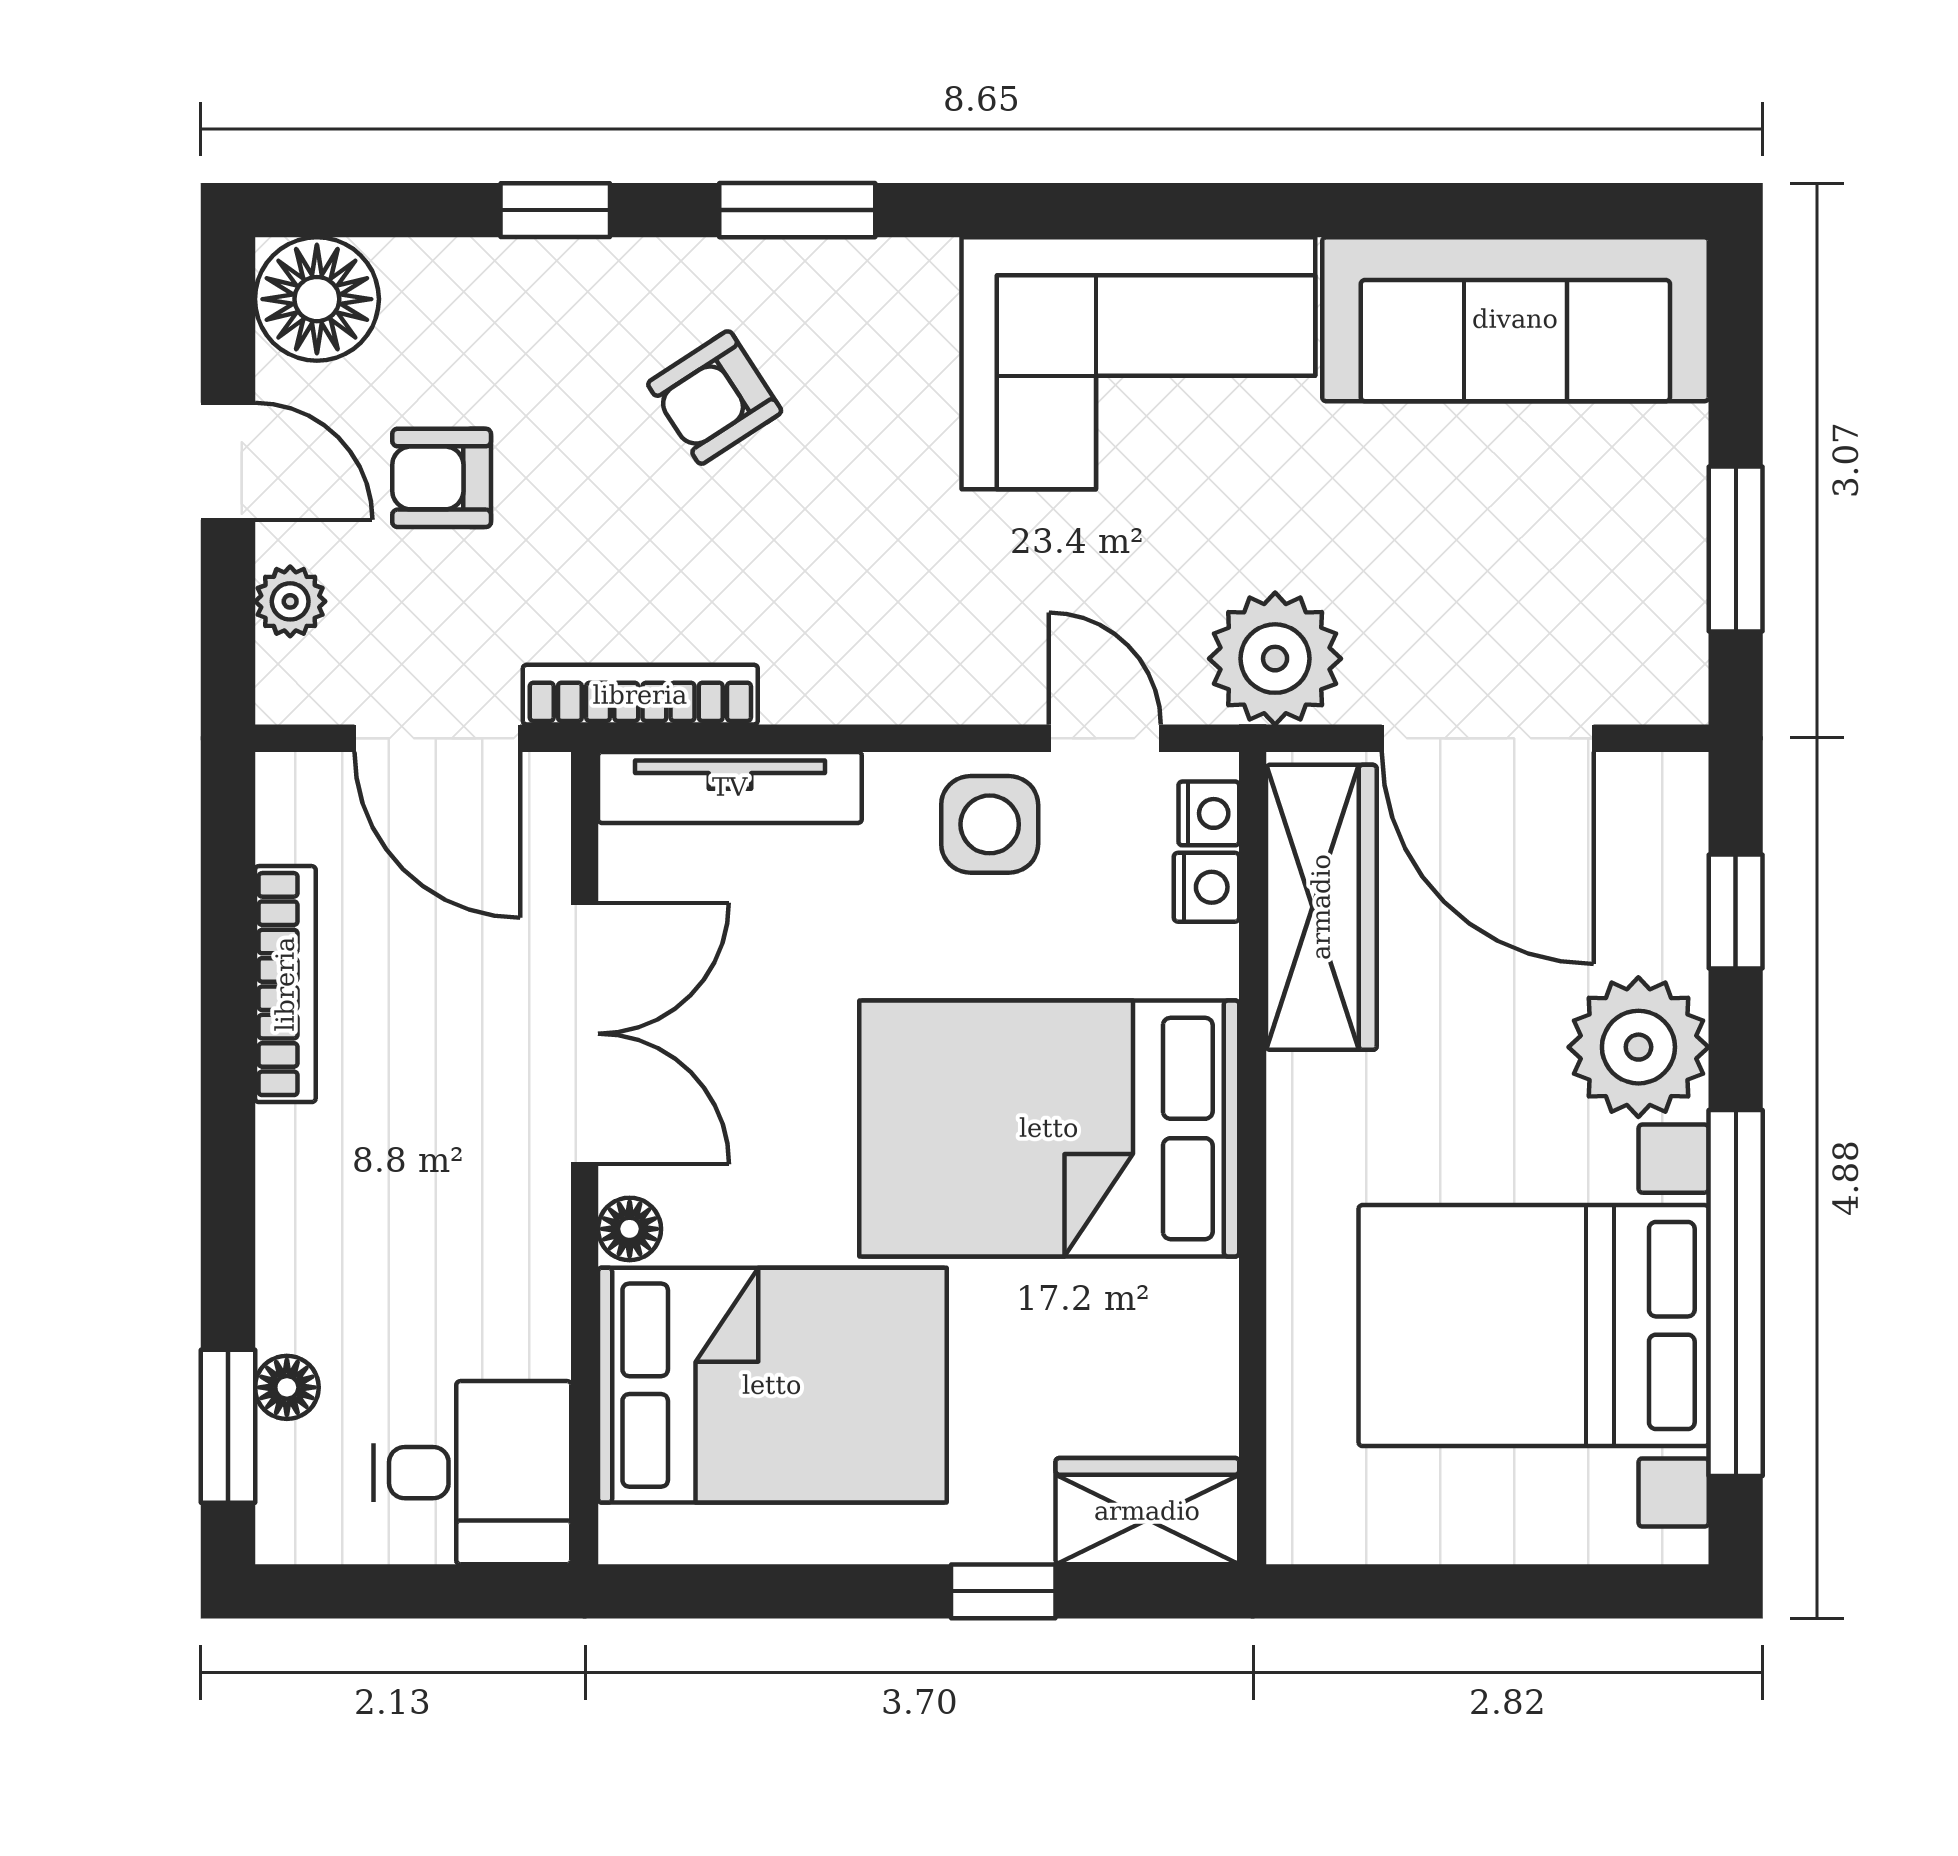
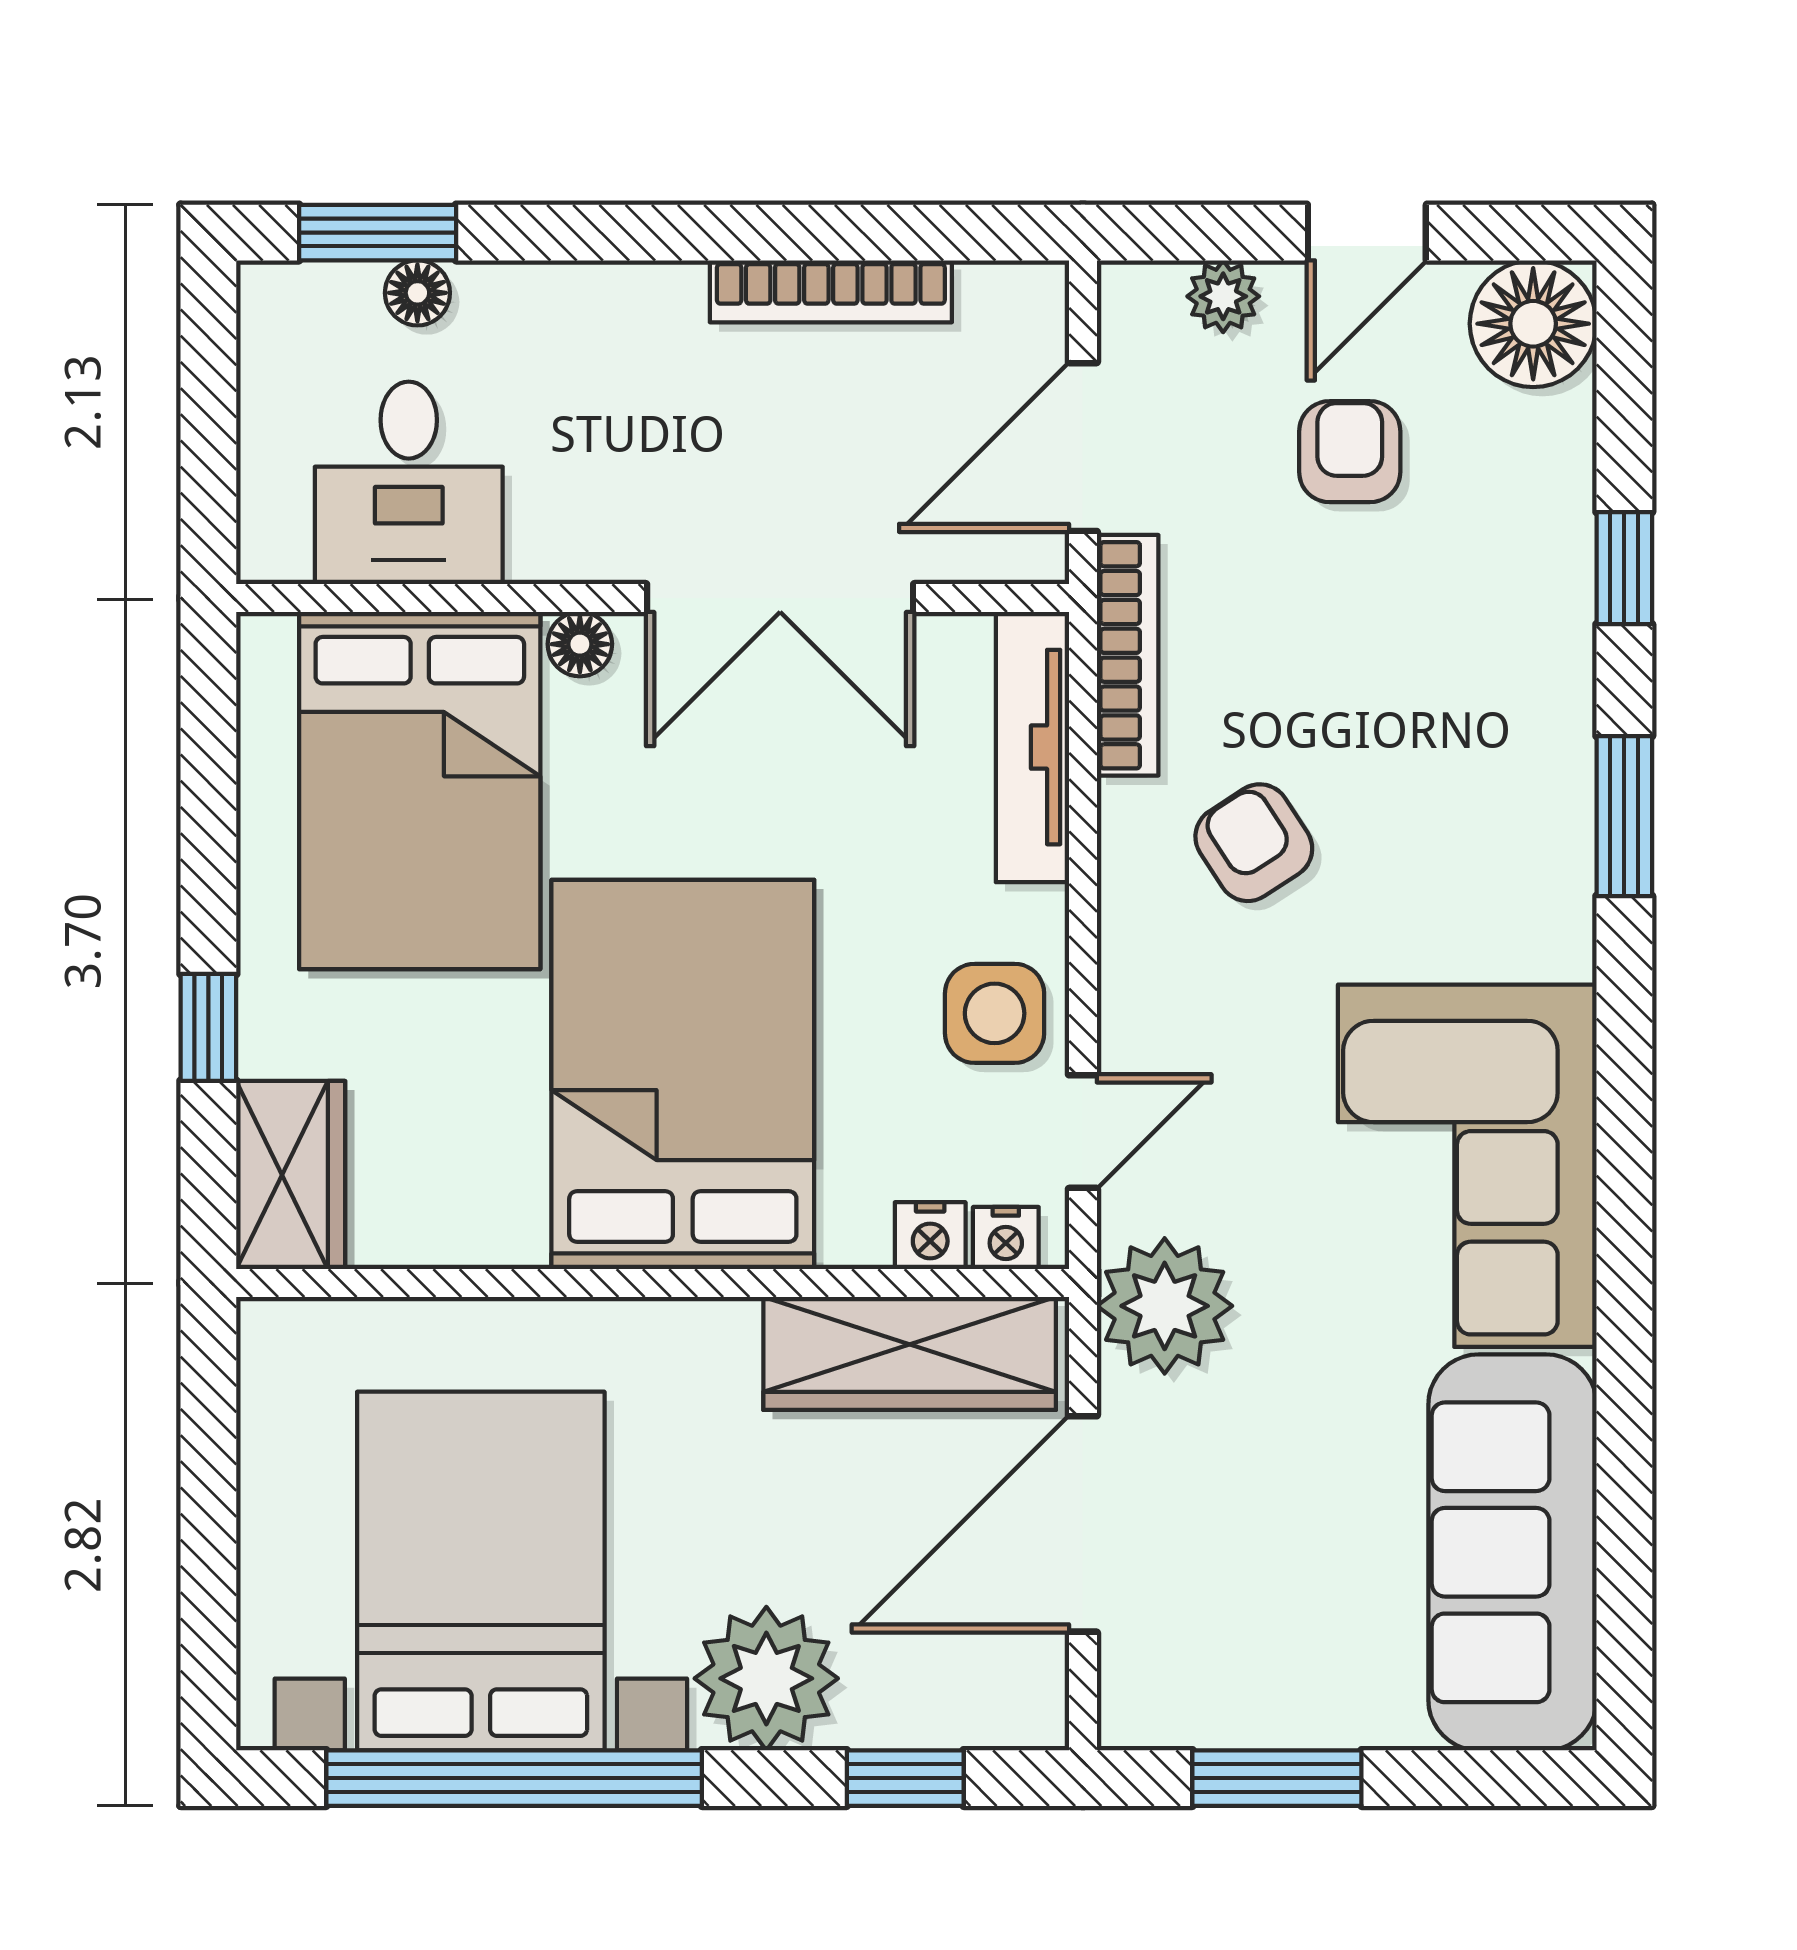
armchair: (715, 398) -> (1254, 843), moved
desk: (472, 1473) -> (409, 483), moved

